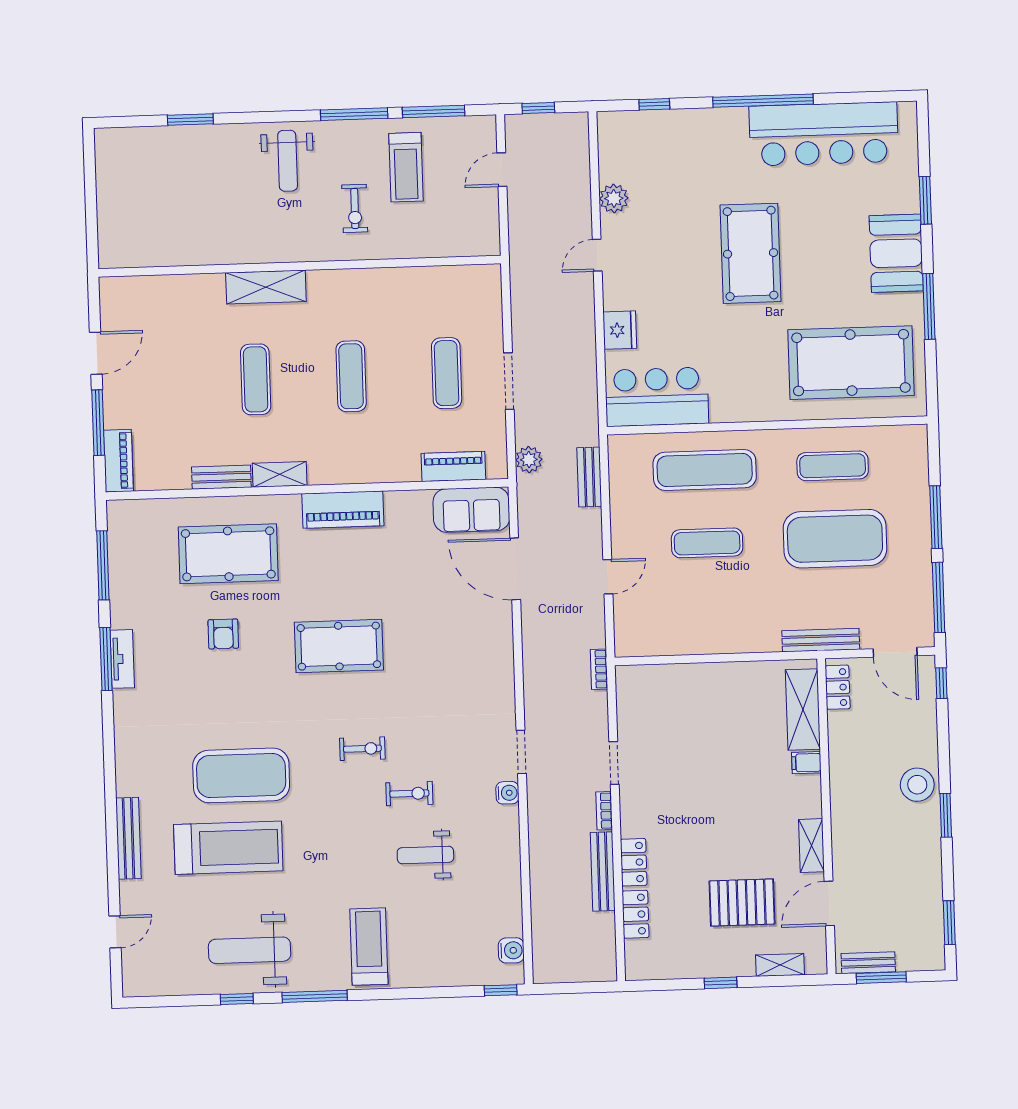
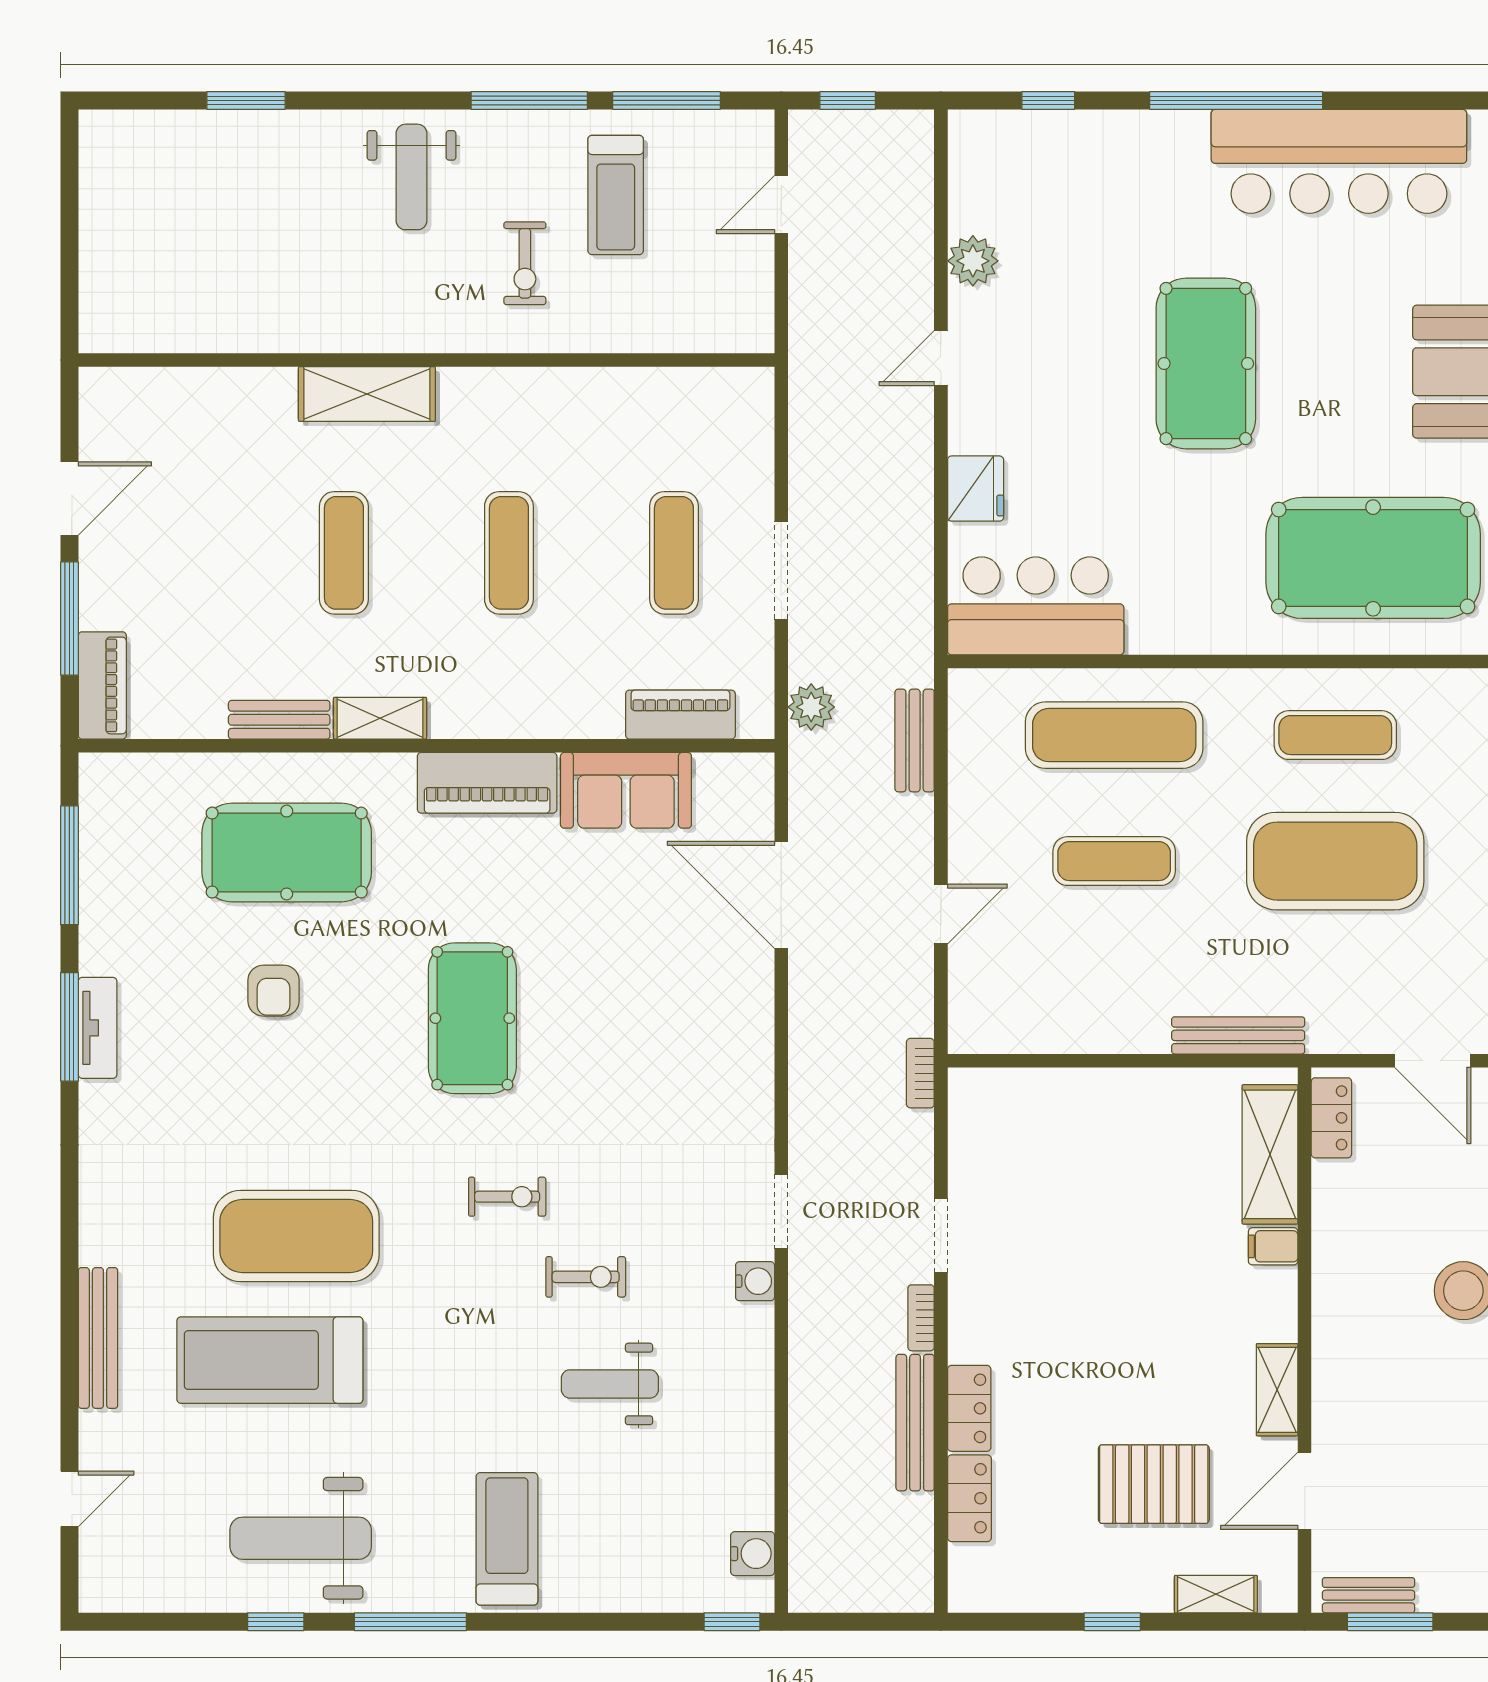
sofa: (471, 510) -> (626, 790), moved
bench: (821, 640) -> (1238, 1035), moved
pool table: (339, 646) -> (472, 1018), turned 90
treadmill: (228, 848) -> (270, 1360), turned 180

